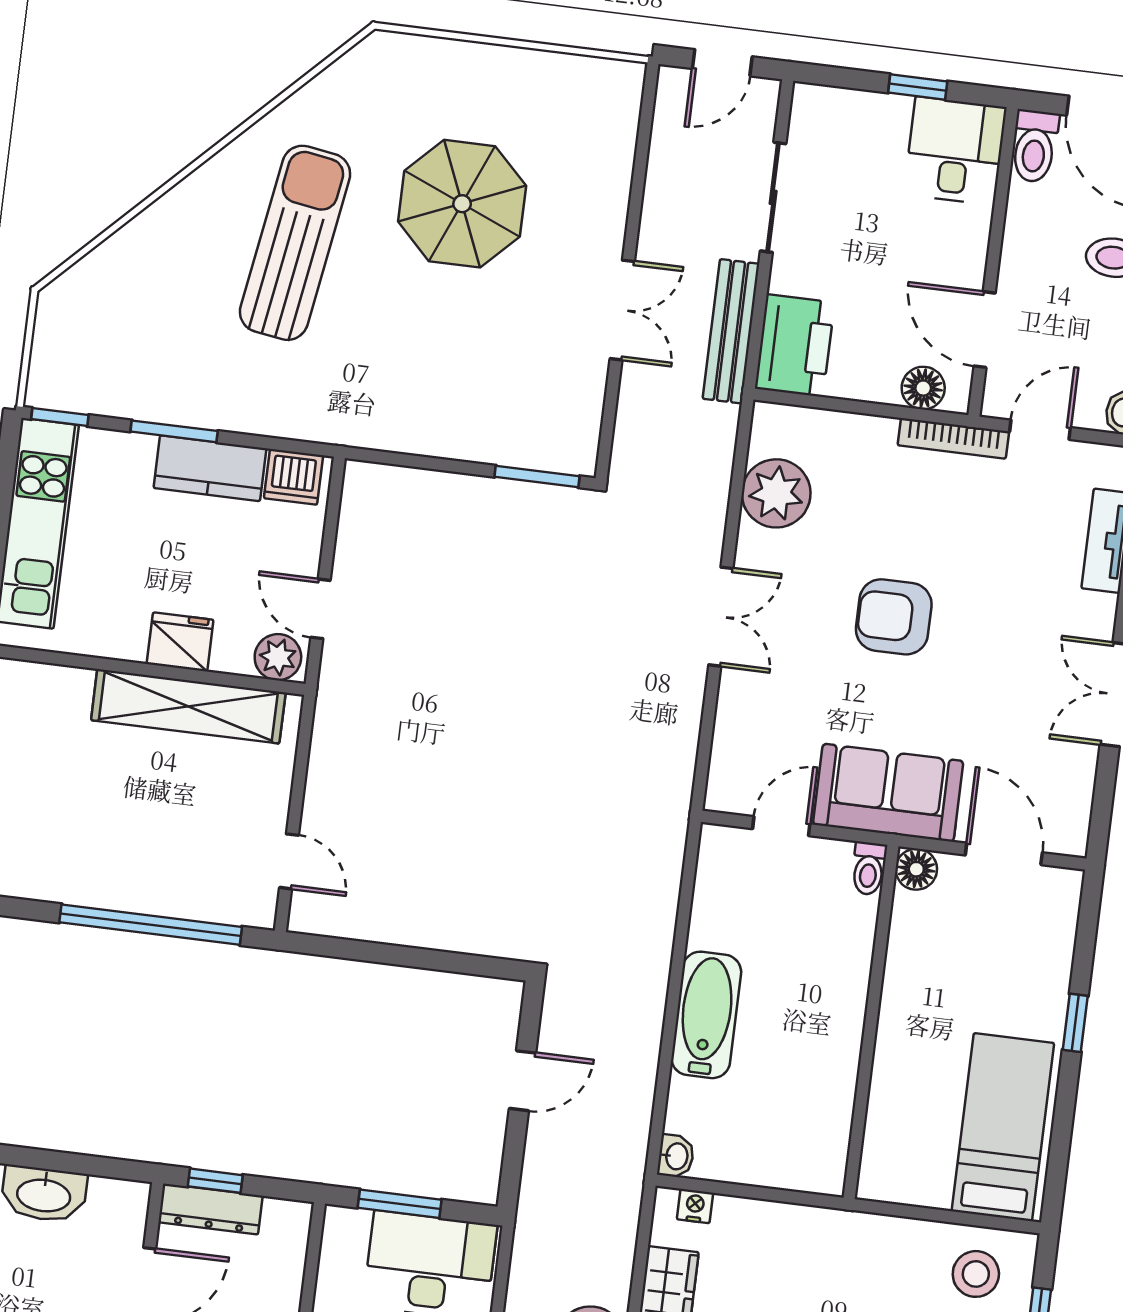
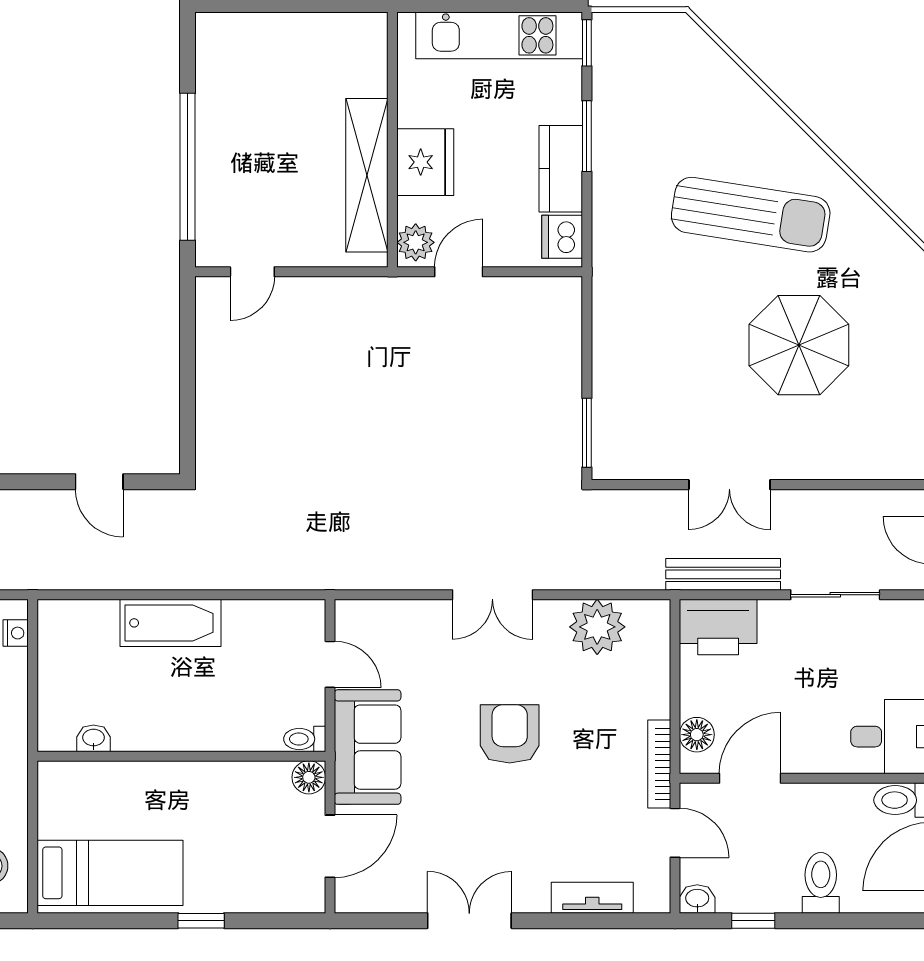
fridge: (180, 642) -> (425, 162), width x1.36, depth x1.34
washbasin: (676, 1156) -> (93, 738), moved, turned 180

